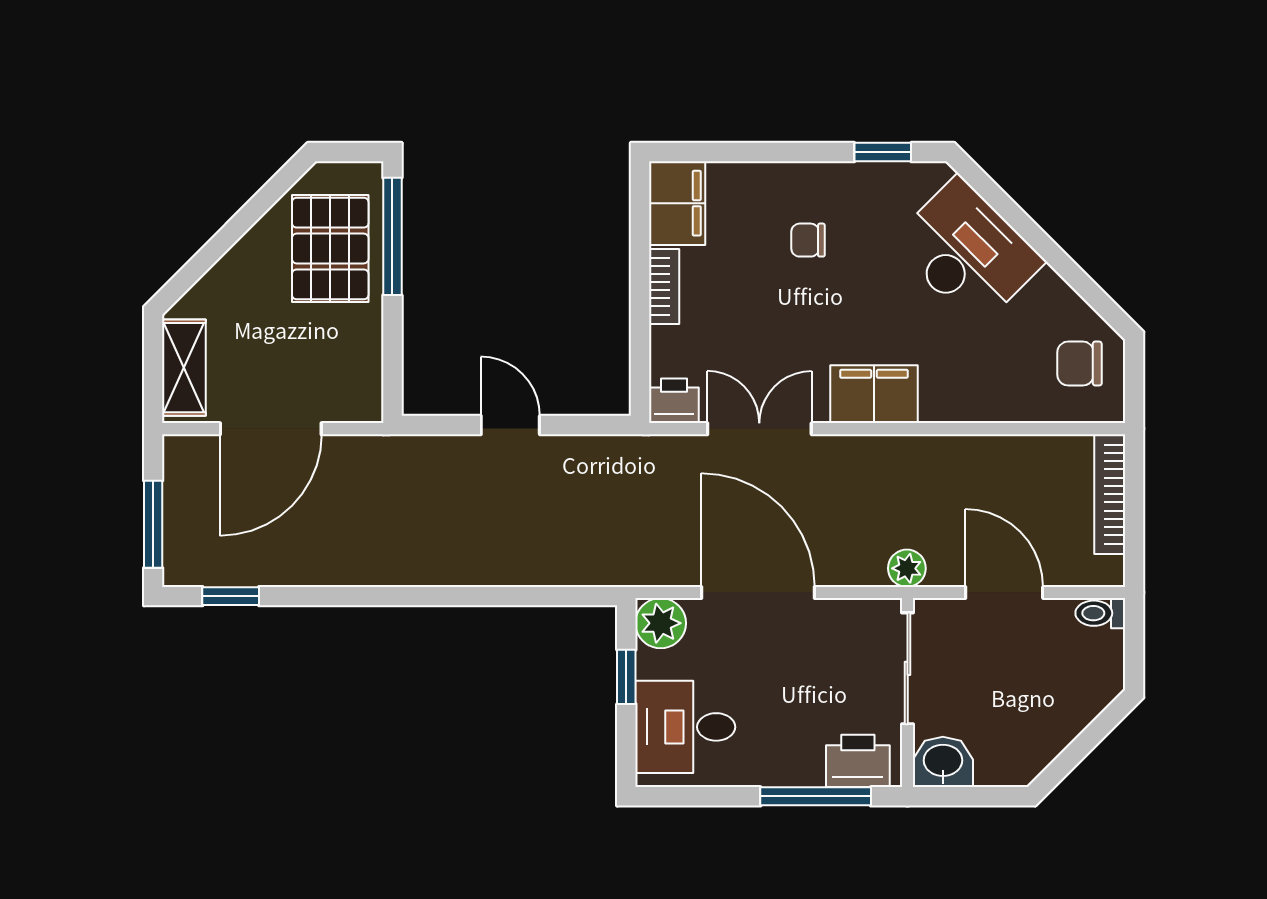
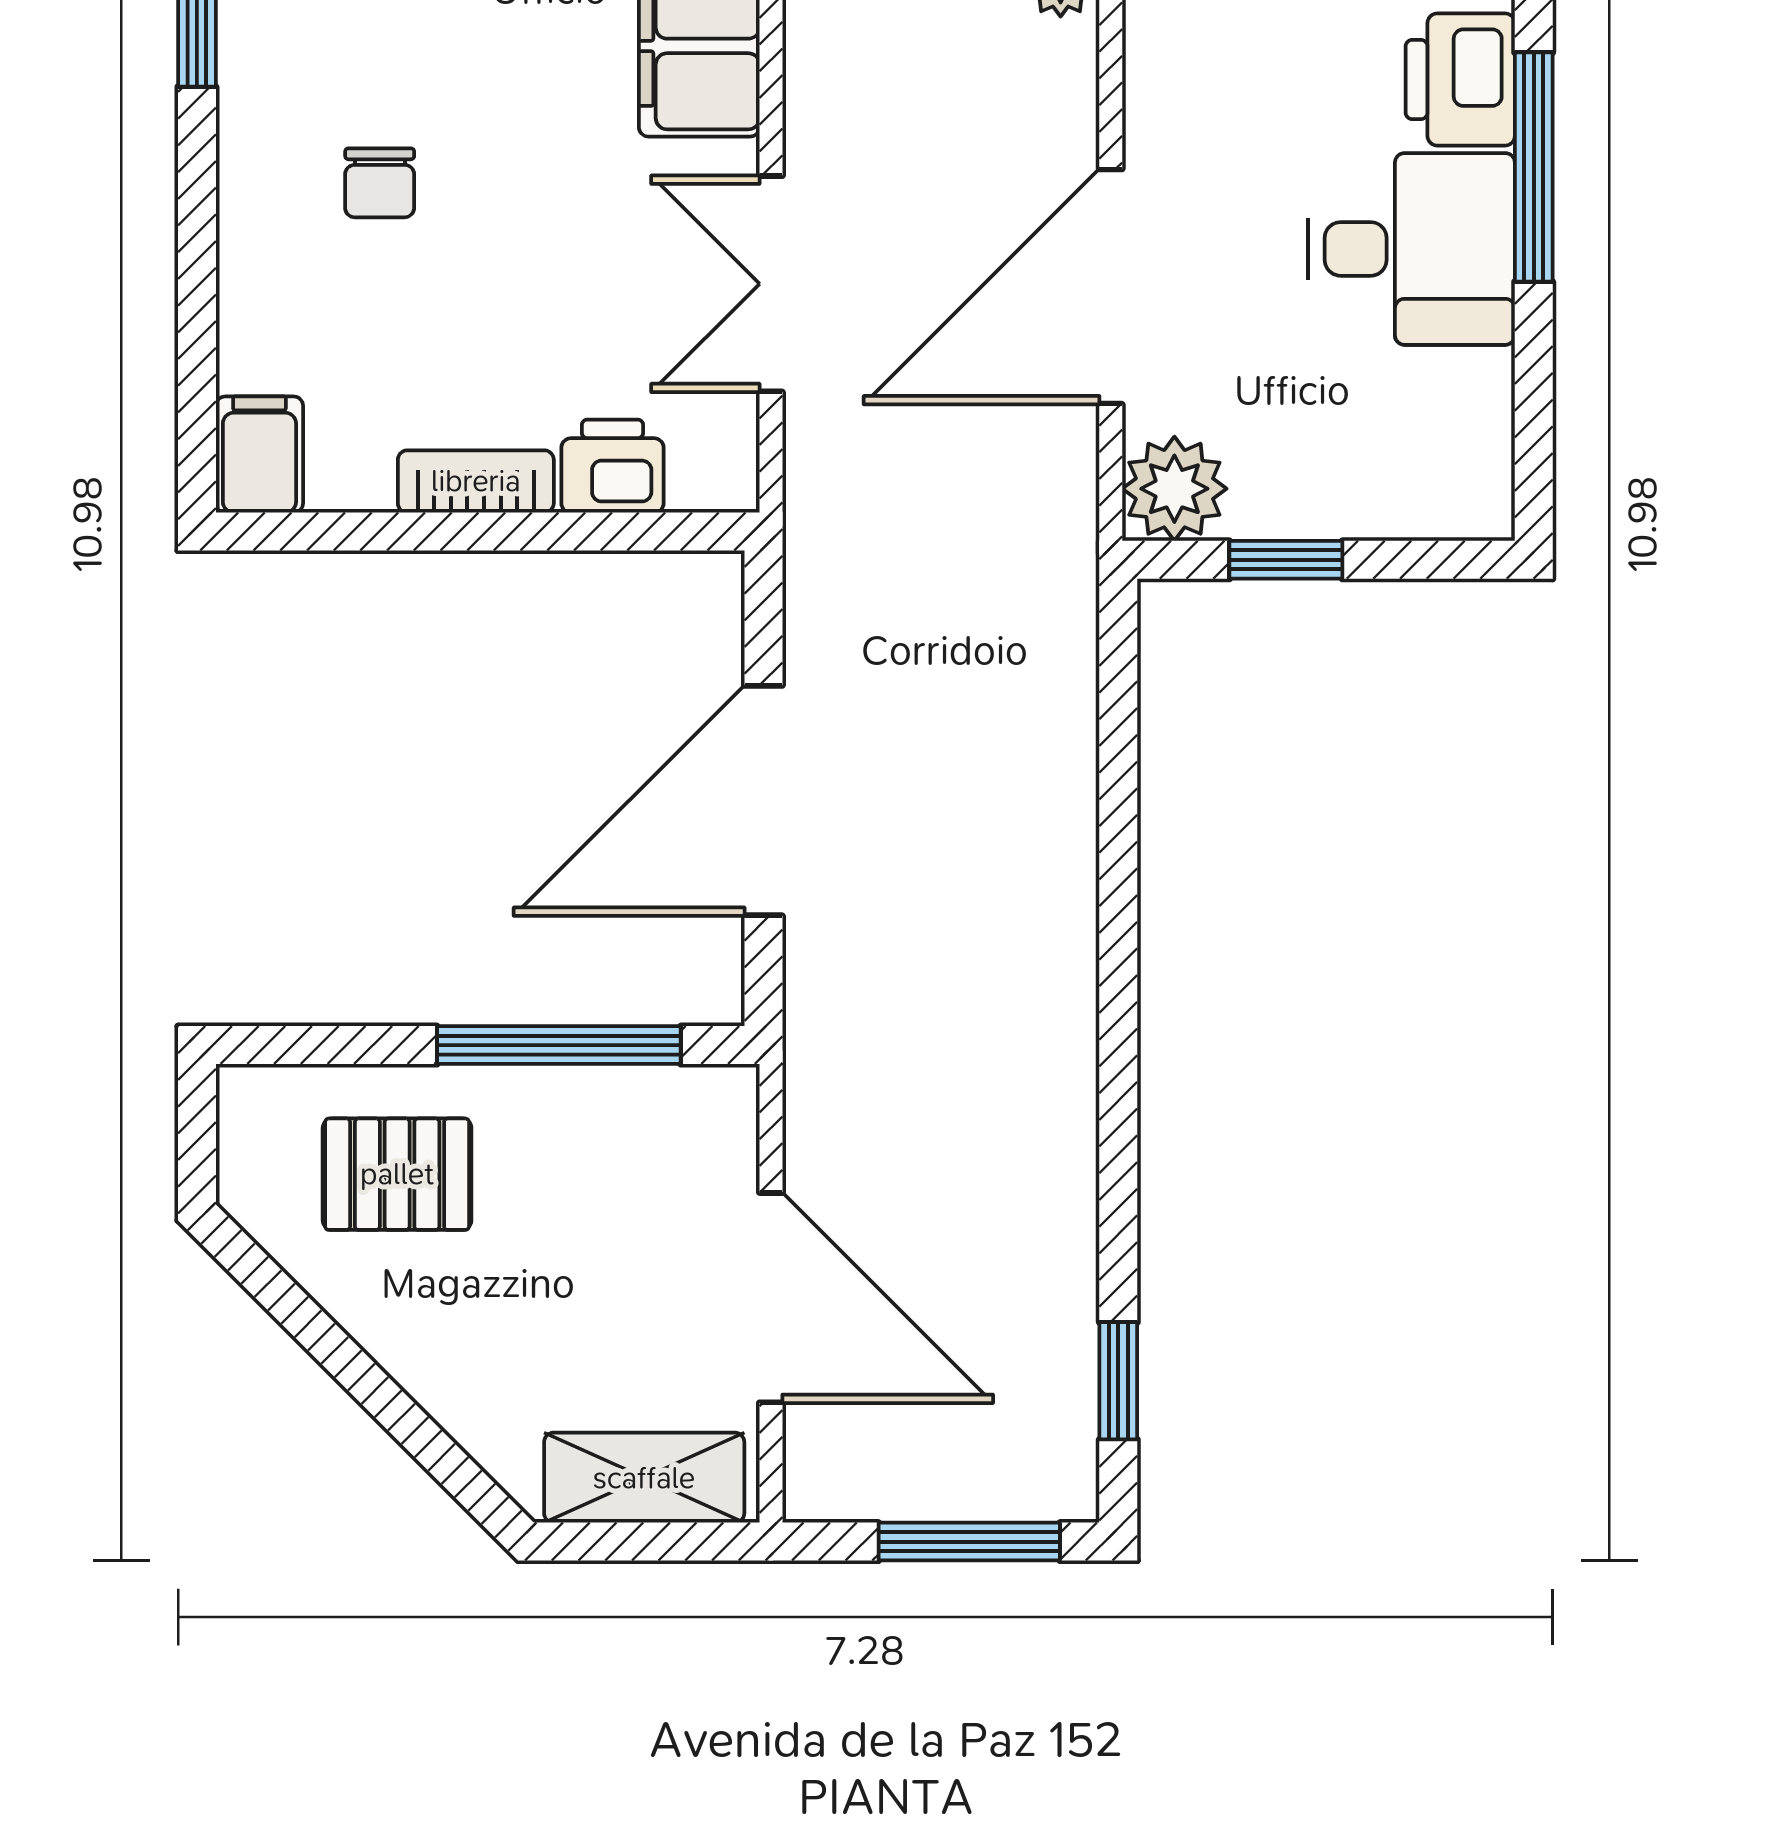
filing cabinet: (677, 203) -> (259, 455), width x0.50
window: (392, 236) -> (559, 1045), moved
pallet: (330, 249) -> (397, 1174), width x0.67, depth x0.71
printer: (674, 401) -> (612, 466), moved, turned 90
door: (510, 425) -> (763, 801), width x1.88
desk: (685, 727) -> (1411, 249), moved, turned -90

